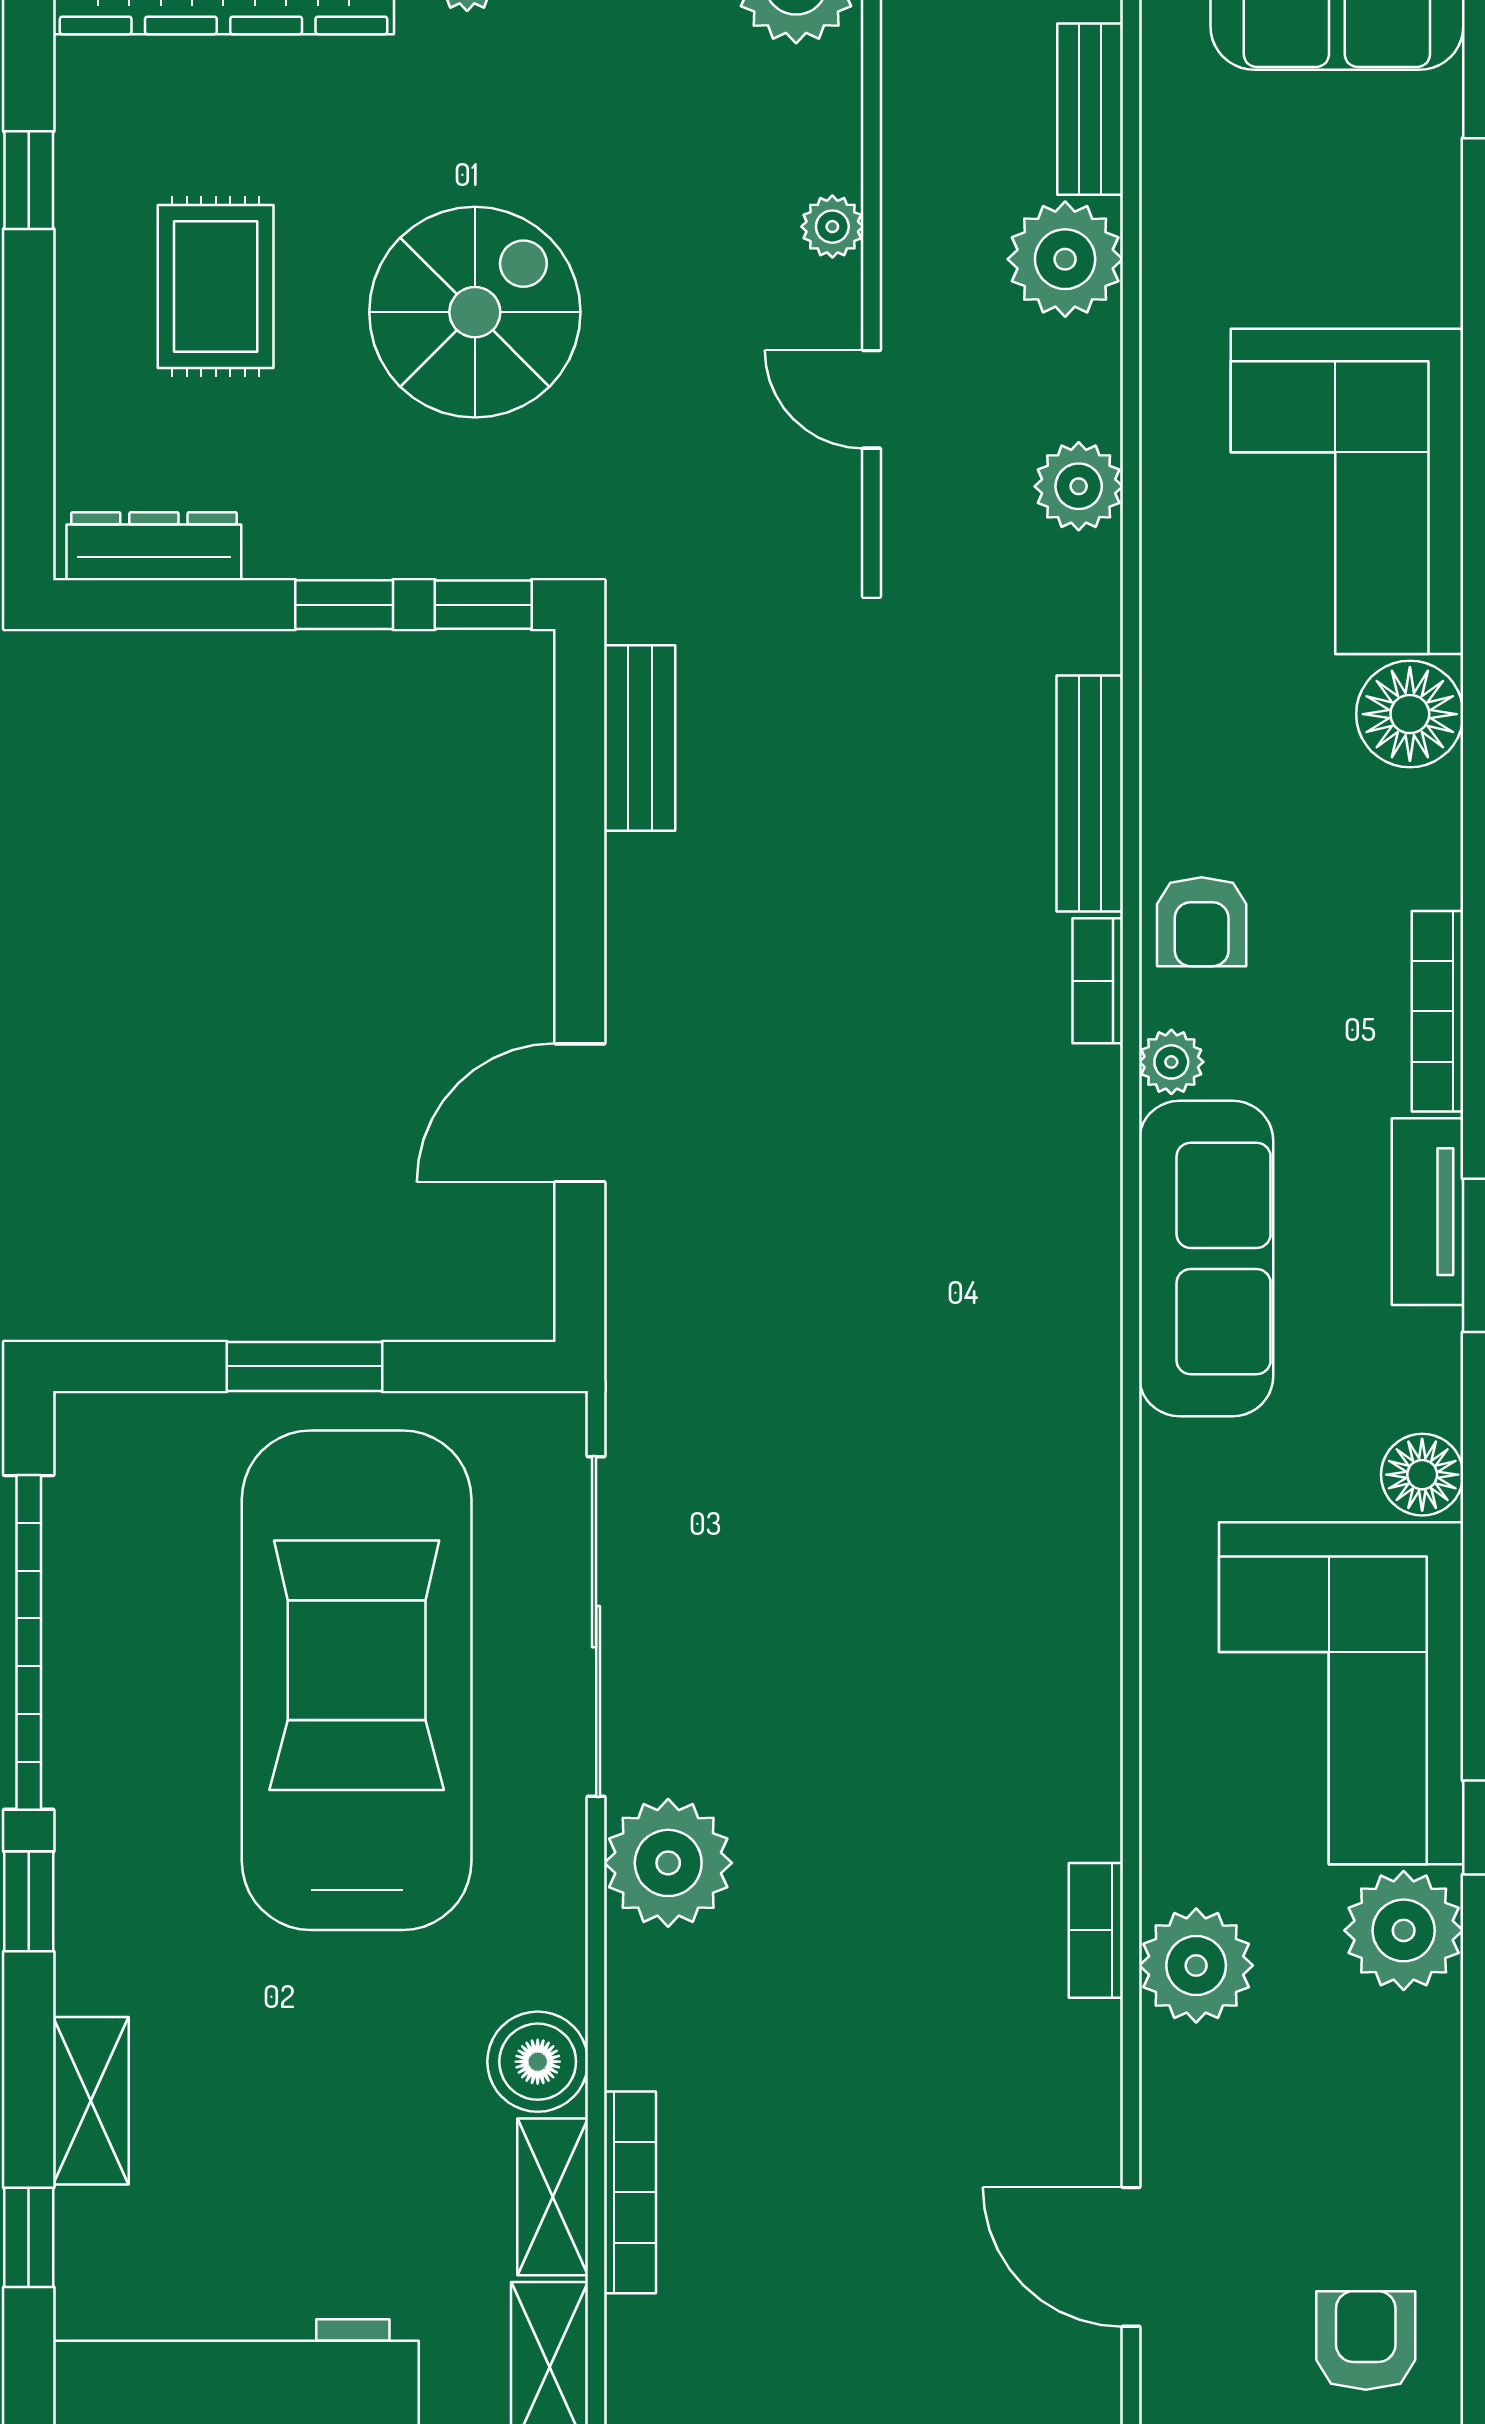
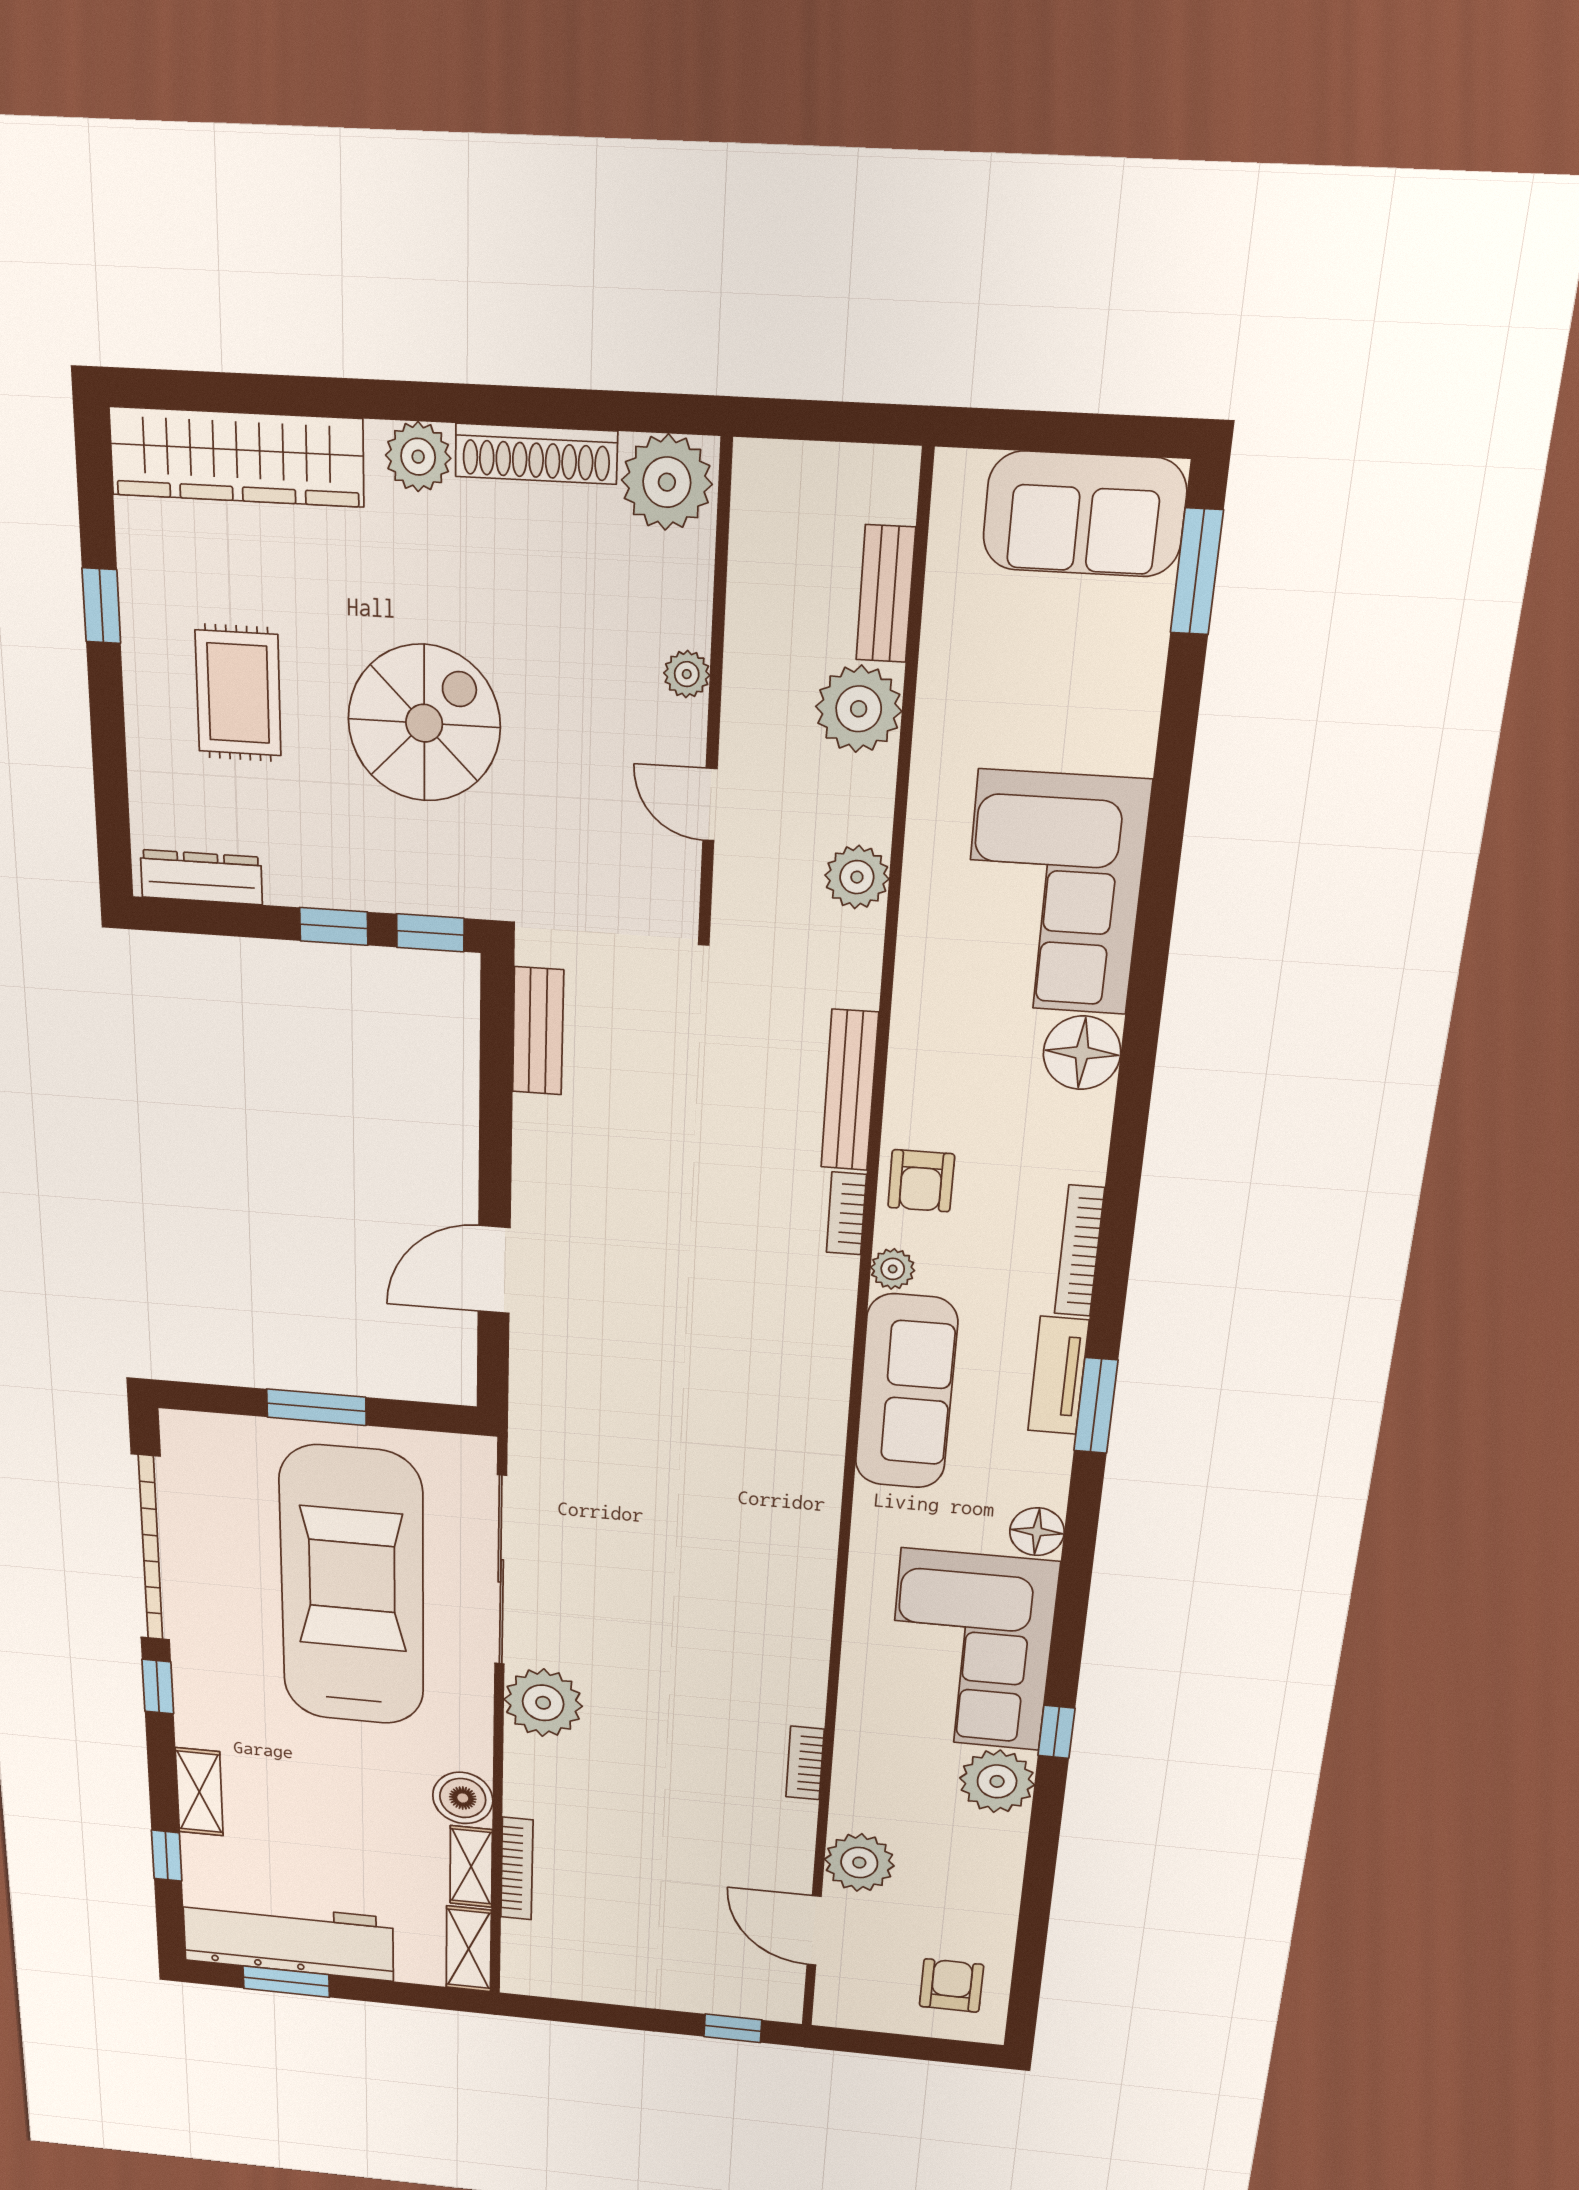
plant: (1196, 1965) -> (859, 1863), moved

